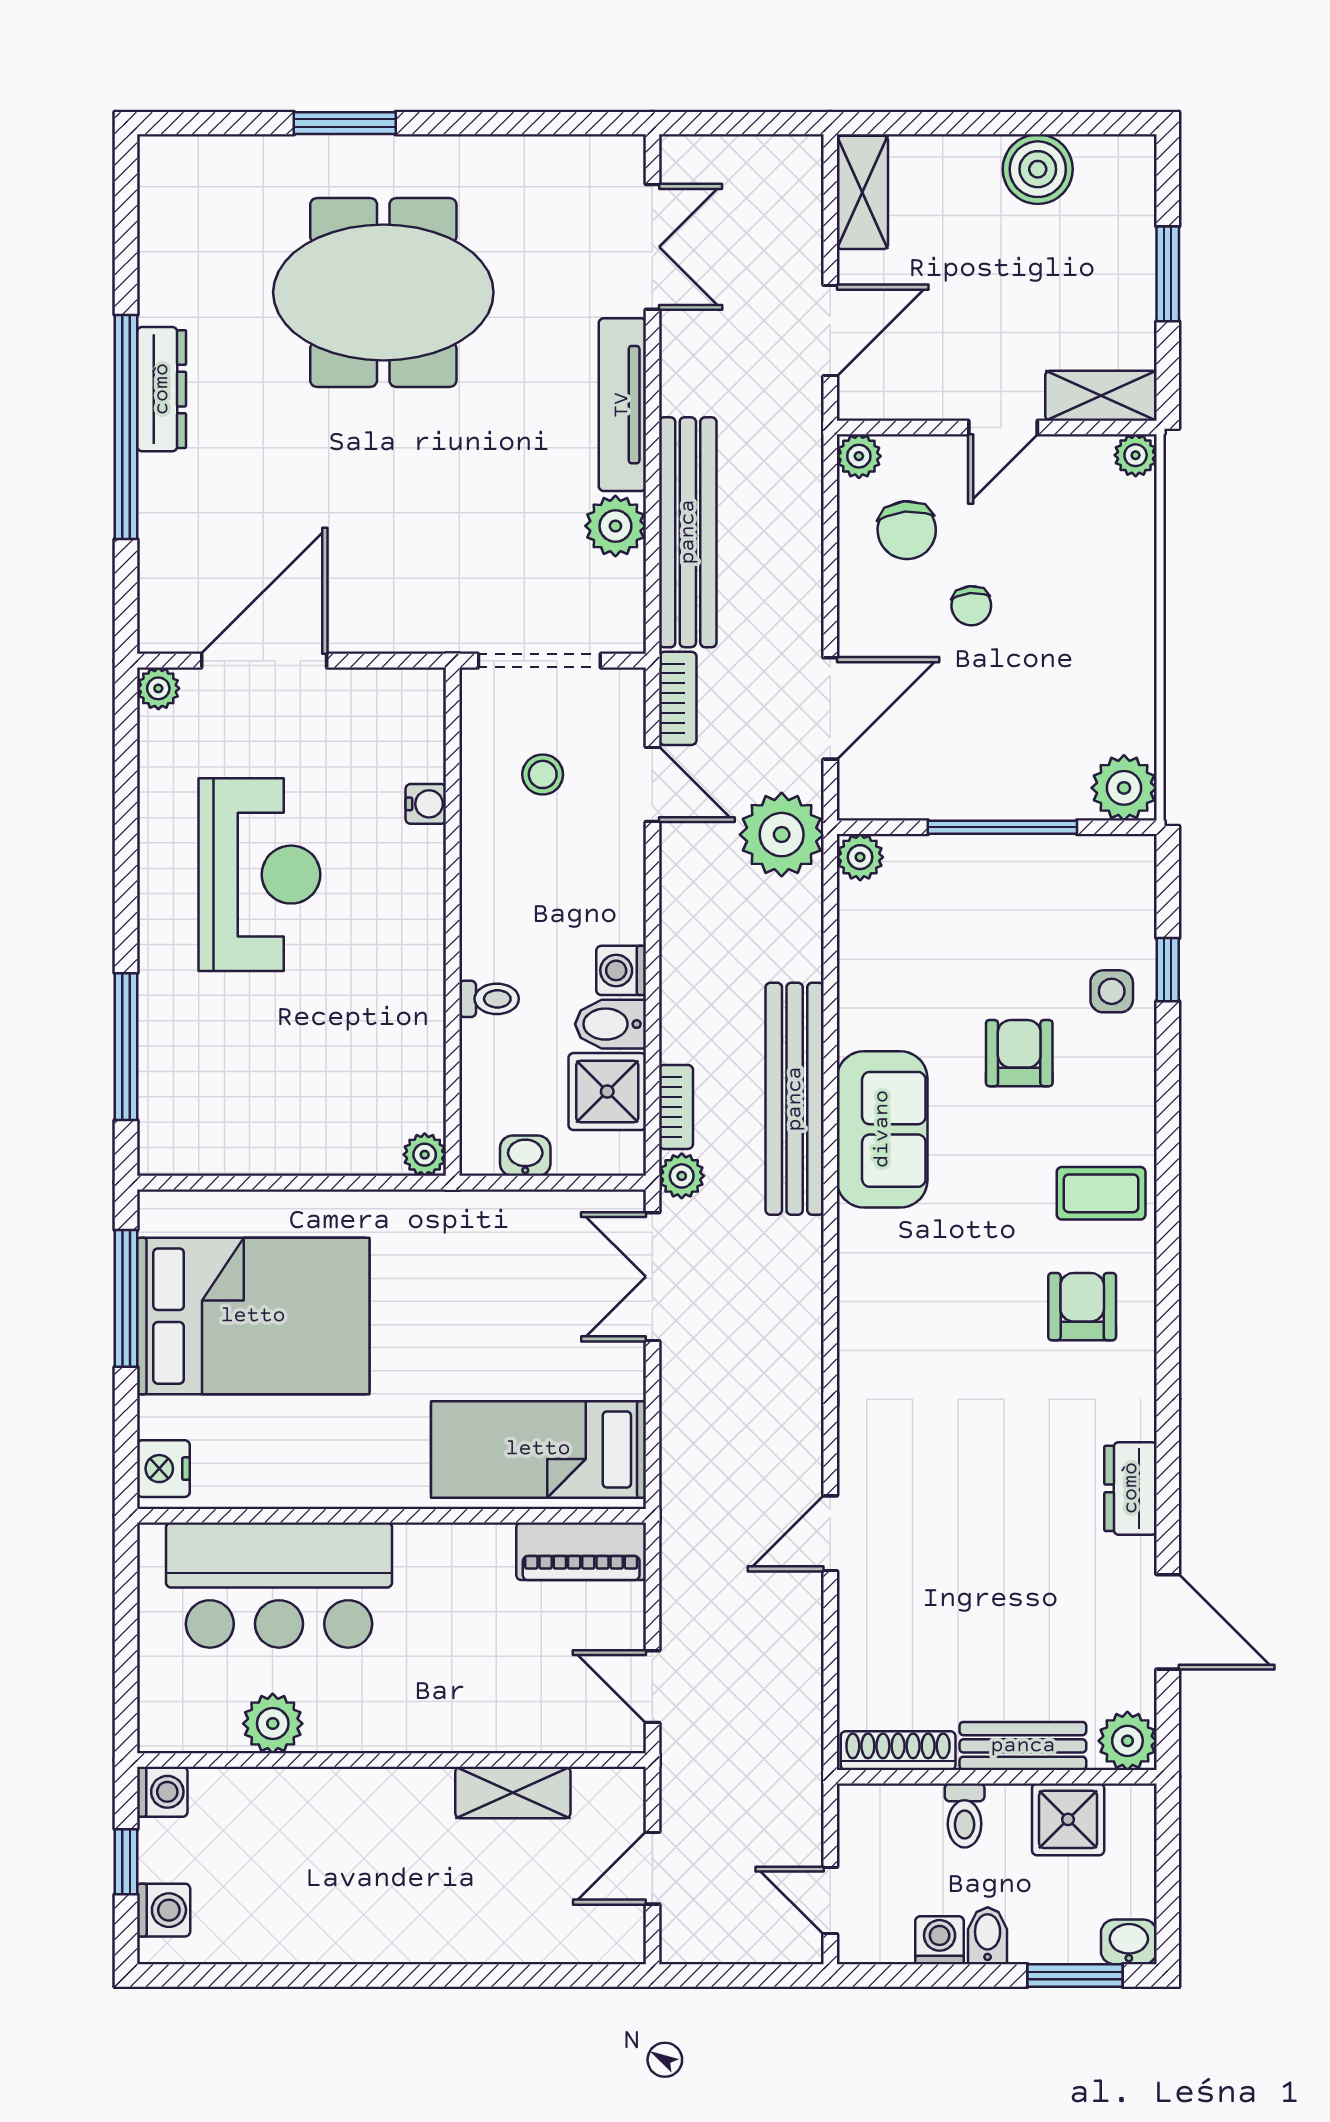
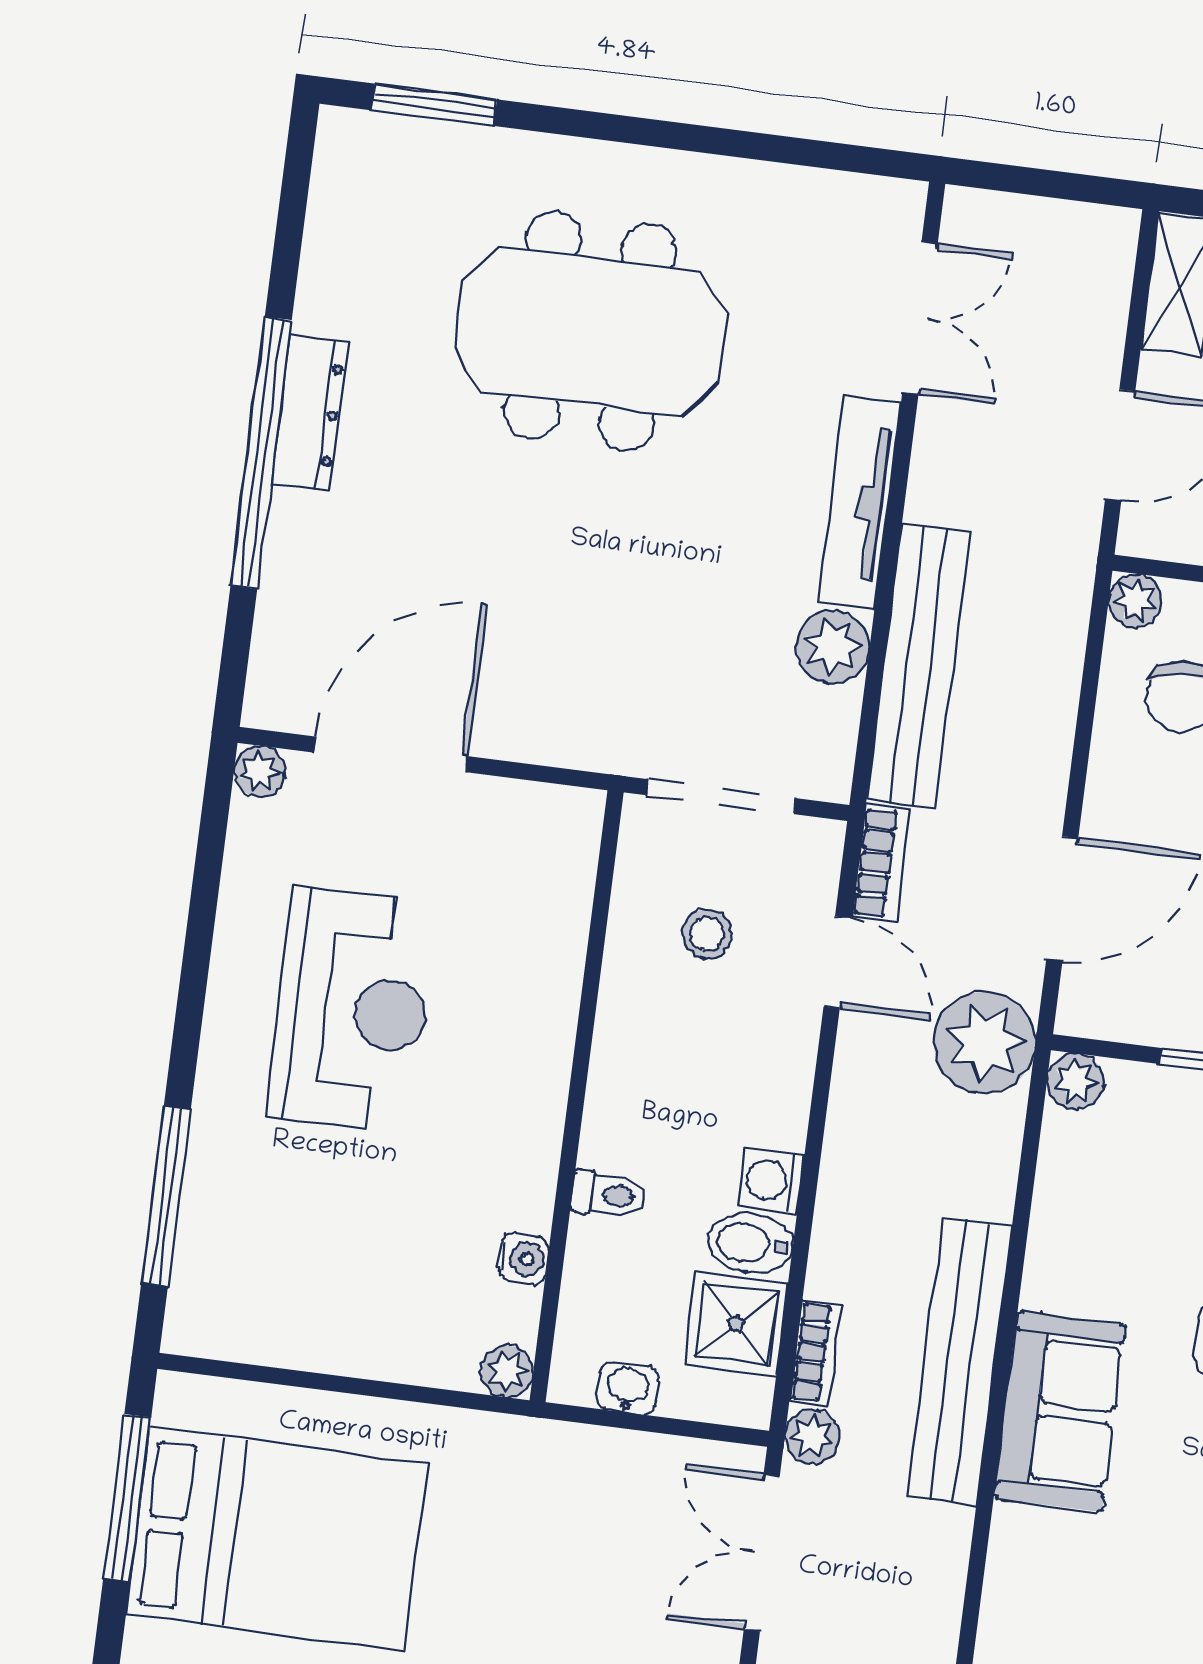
window: (345, 123) -> (434, 105), moved
water cooler: (426, 804) -> (523, 1259), moved

